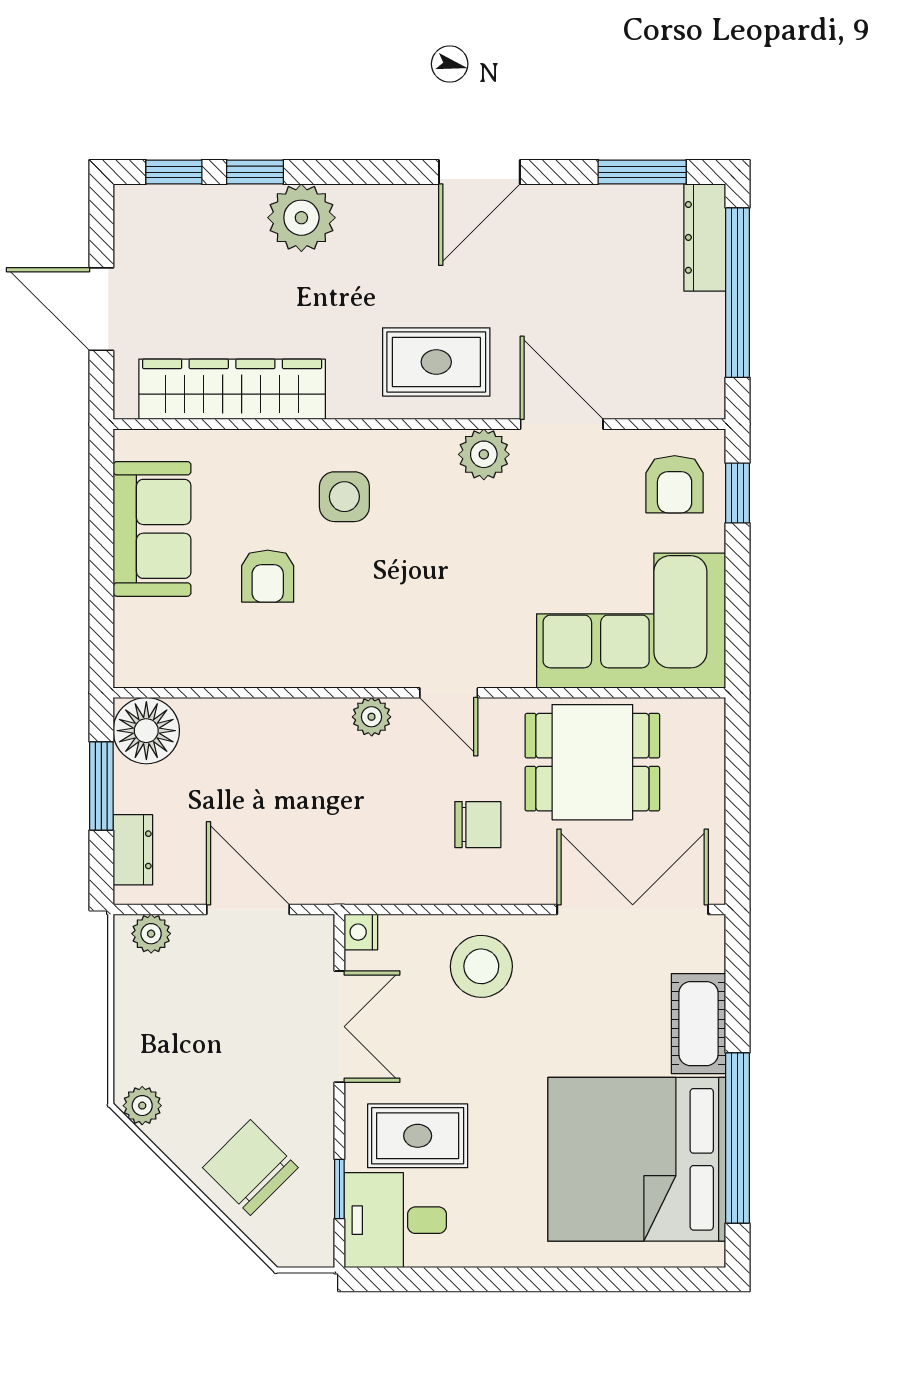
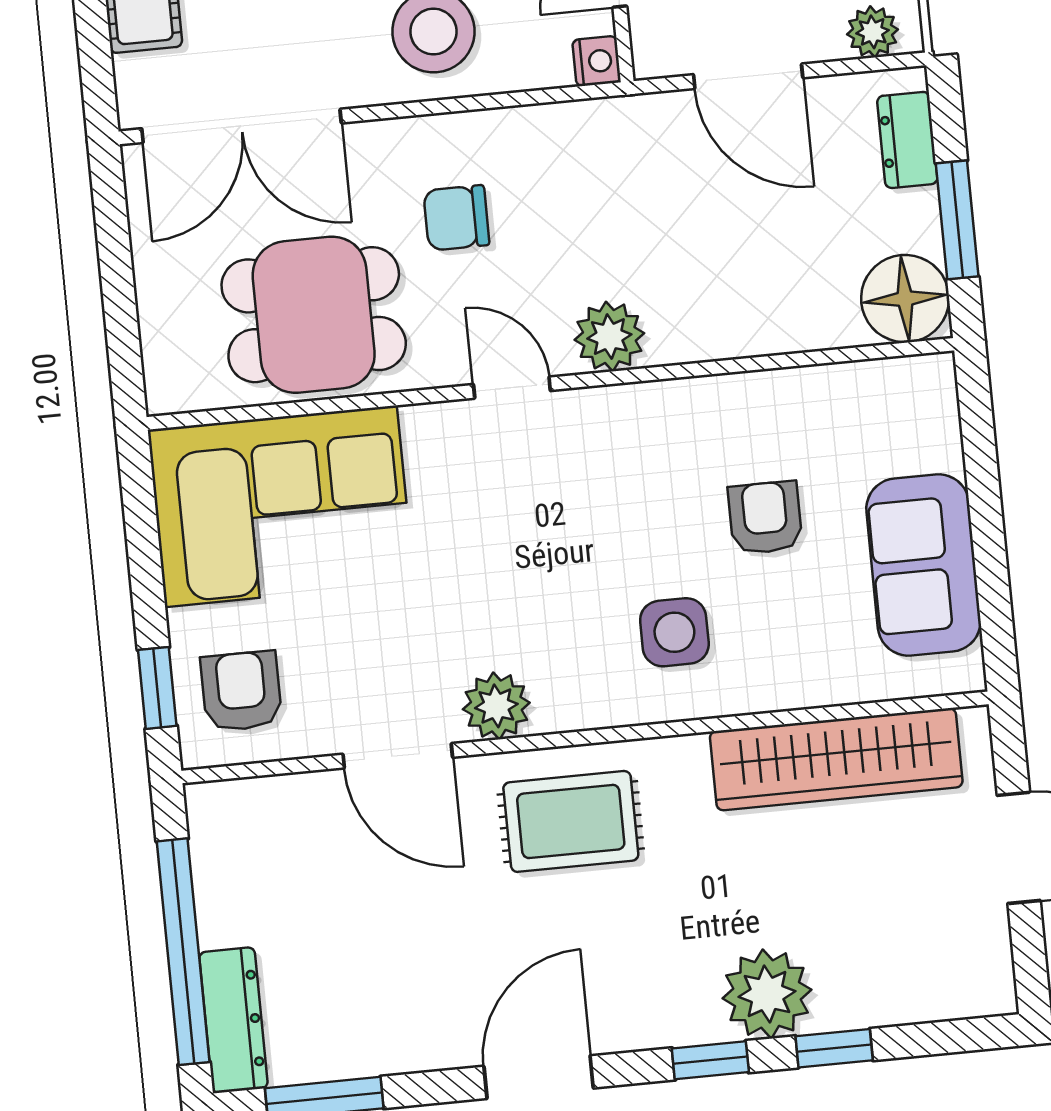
window: (174, 172) -> (710, 1060), moved
plant: (372, 717) -> (609, 336), width x1.38, depth x1.38

